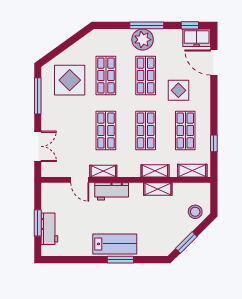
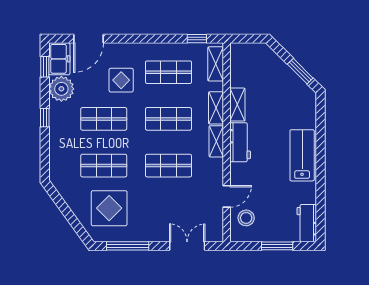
window: (147, 25) -> (45, 118), width x0.46
plant: (143, 40) -> (61, 89), moved
window: (214, 143) -> (197, 39), moved
shelving: (103, 171) -> (216, 141), moved
workbench: (112, 191) -> (240, 142), moved
stool: (195, 212) -> (246, 218), moved
workbench: (49, 229) -> (307, 223), moved, turned -90
window: (120, 260) -> (320, 149), removed

